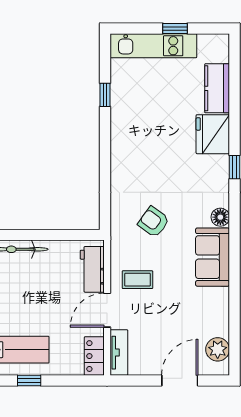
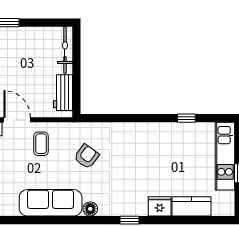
fridge: (213, 134) -> (160, 206), width x0.73, depth x0.75
sofa: (213, 257) -> (51, 203), width x1.36
workbench: (92, 269) -> (63, 93), moved, turned -90

